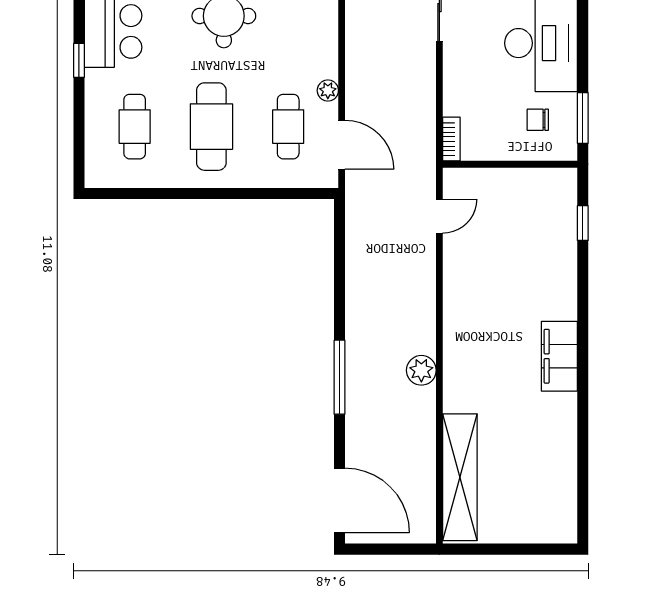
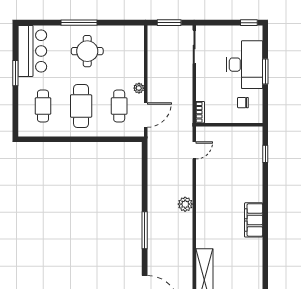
window: (79, 60) -> (15, 73), width x1.50
window: (583, 118) -> (265, 71), moved
door: (342, 145) -> (146, 115), hinge flipped
plant: (421, 370) -> (185, 204), moved

